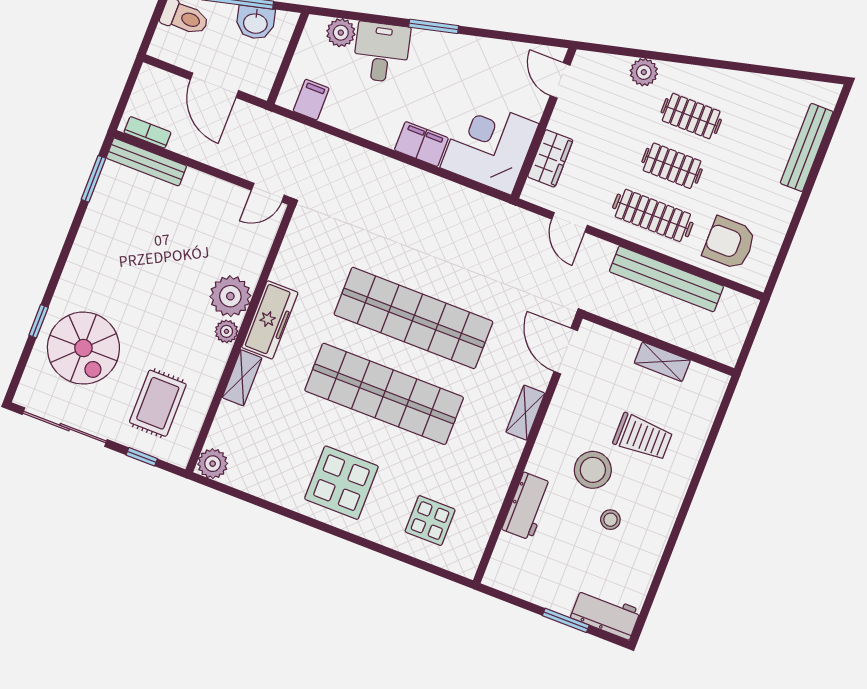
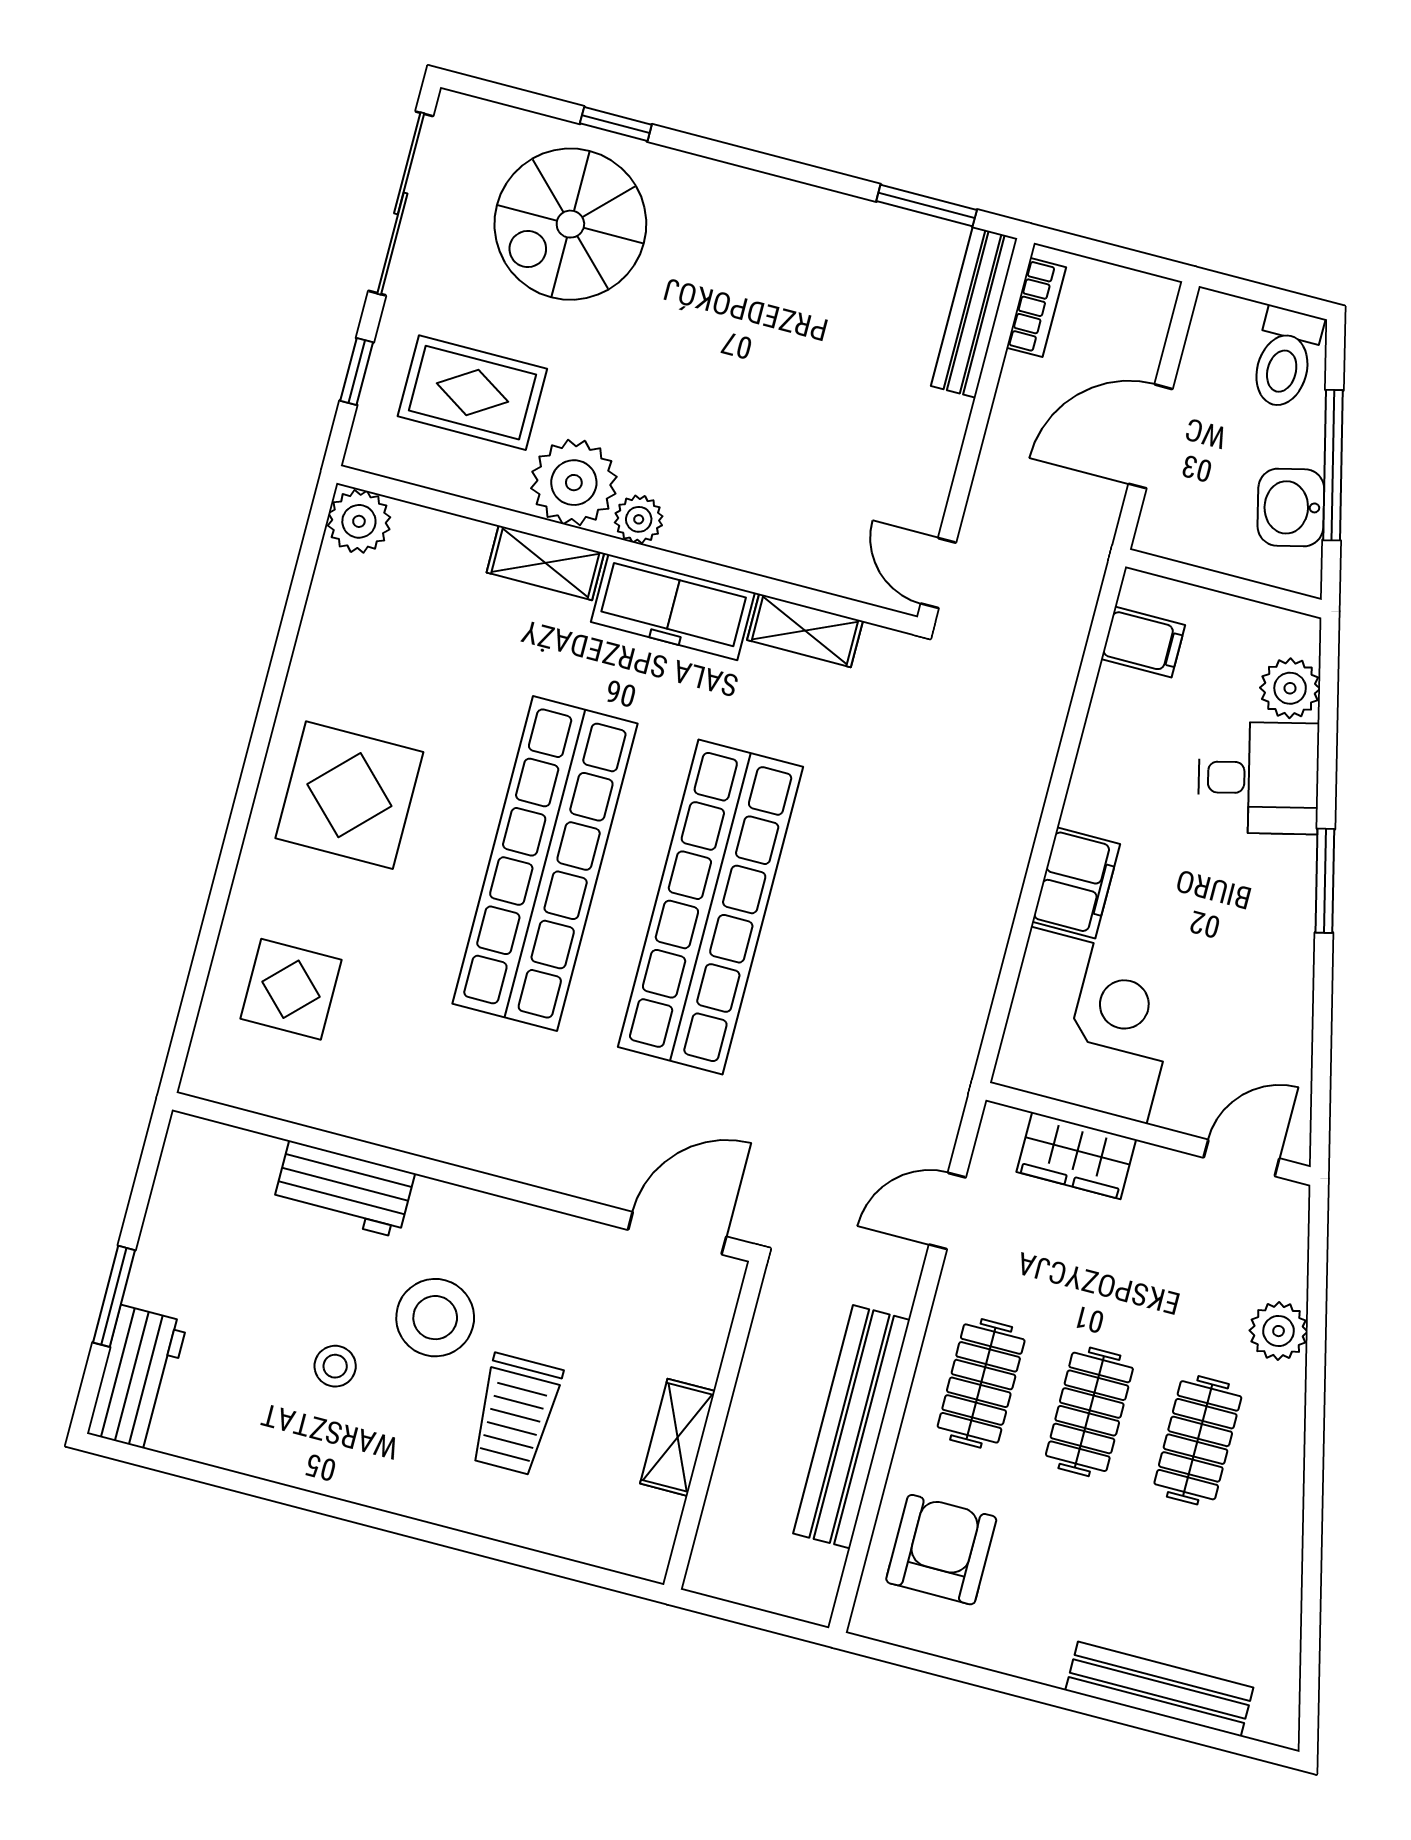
clothes rail: (653, 215) -> (981, 1383), width x0.73
plant: (230, 296) -> (574, 483), moved
shelving: (525, 413) -> (805, 630), moved

